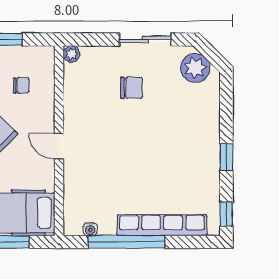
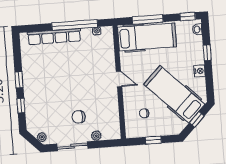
plant: (71, 54) -> (96, 136), moved
plant: (195, 68) -> (42, 137), width x0.53, depth x0.53
window: (226, 214) -> (21, 106), moved

